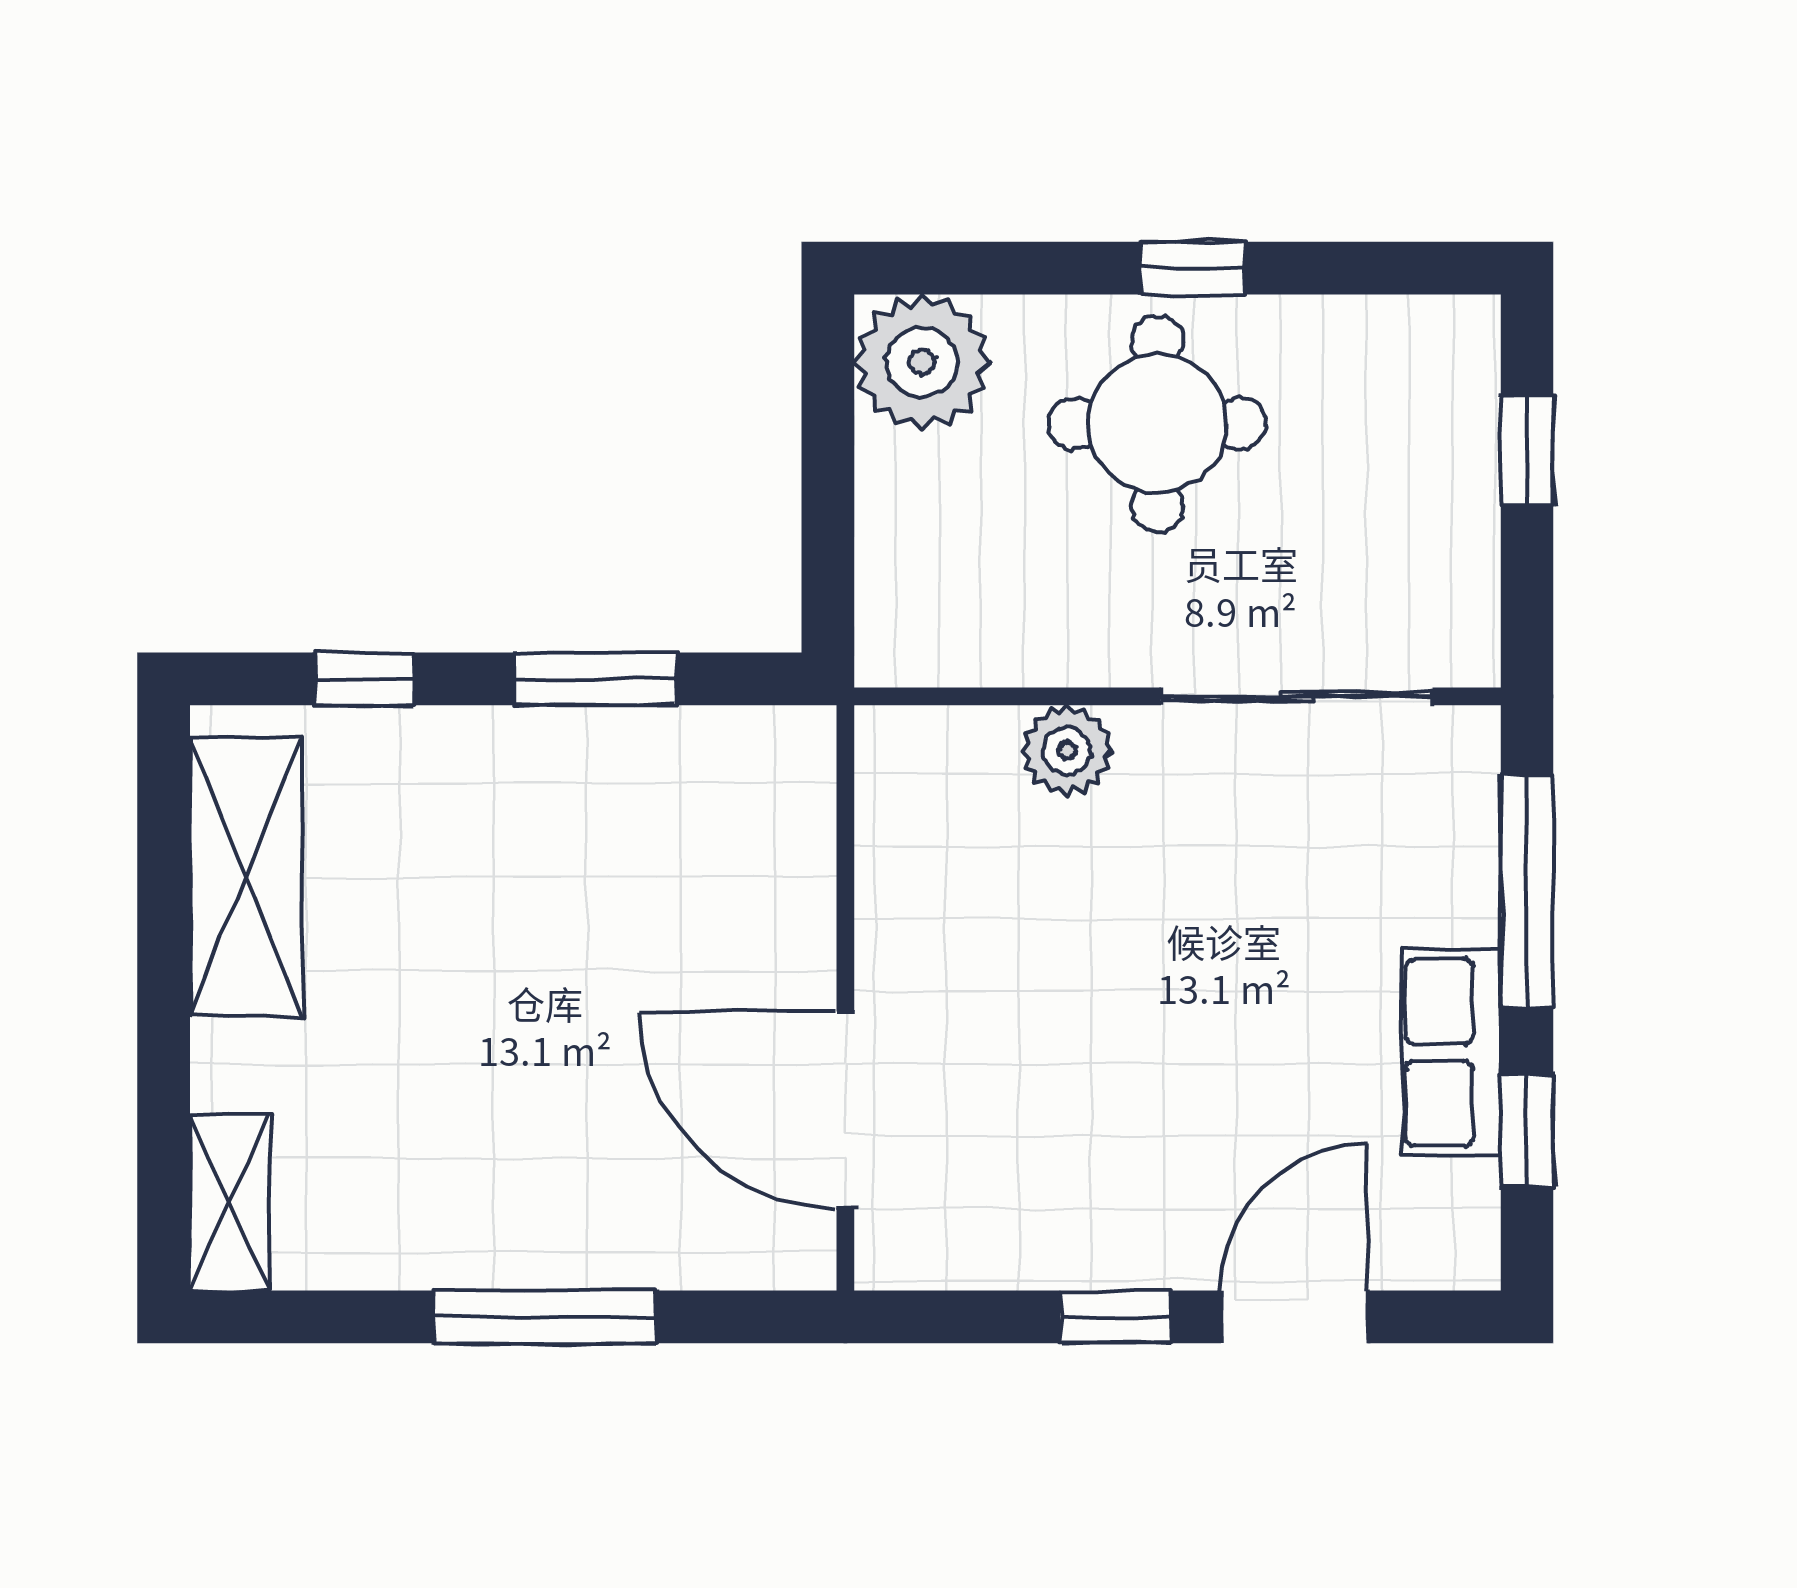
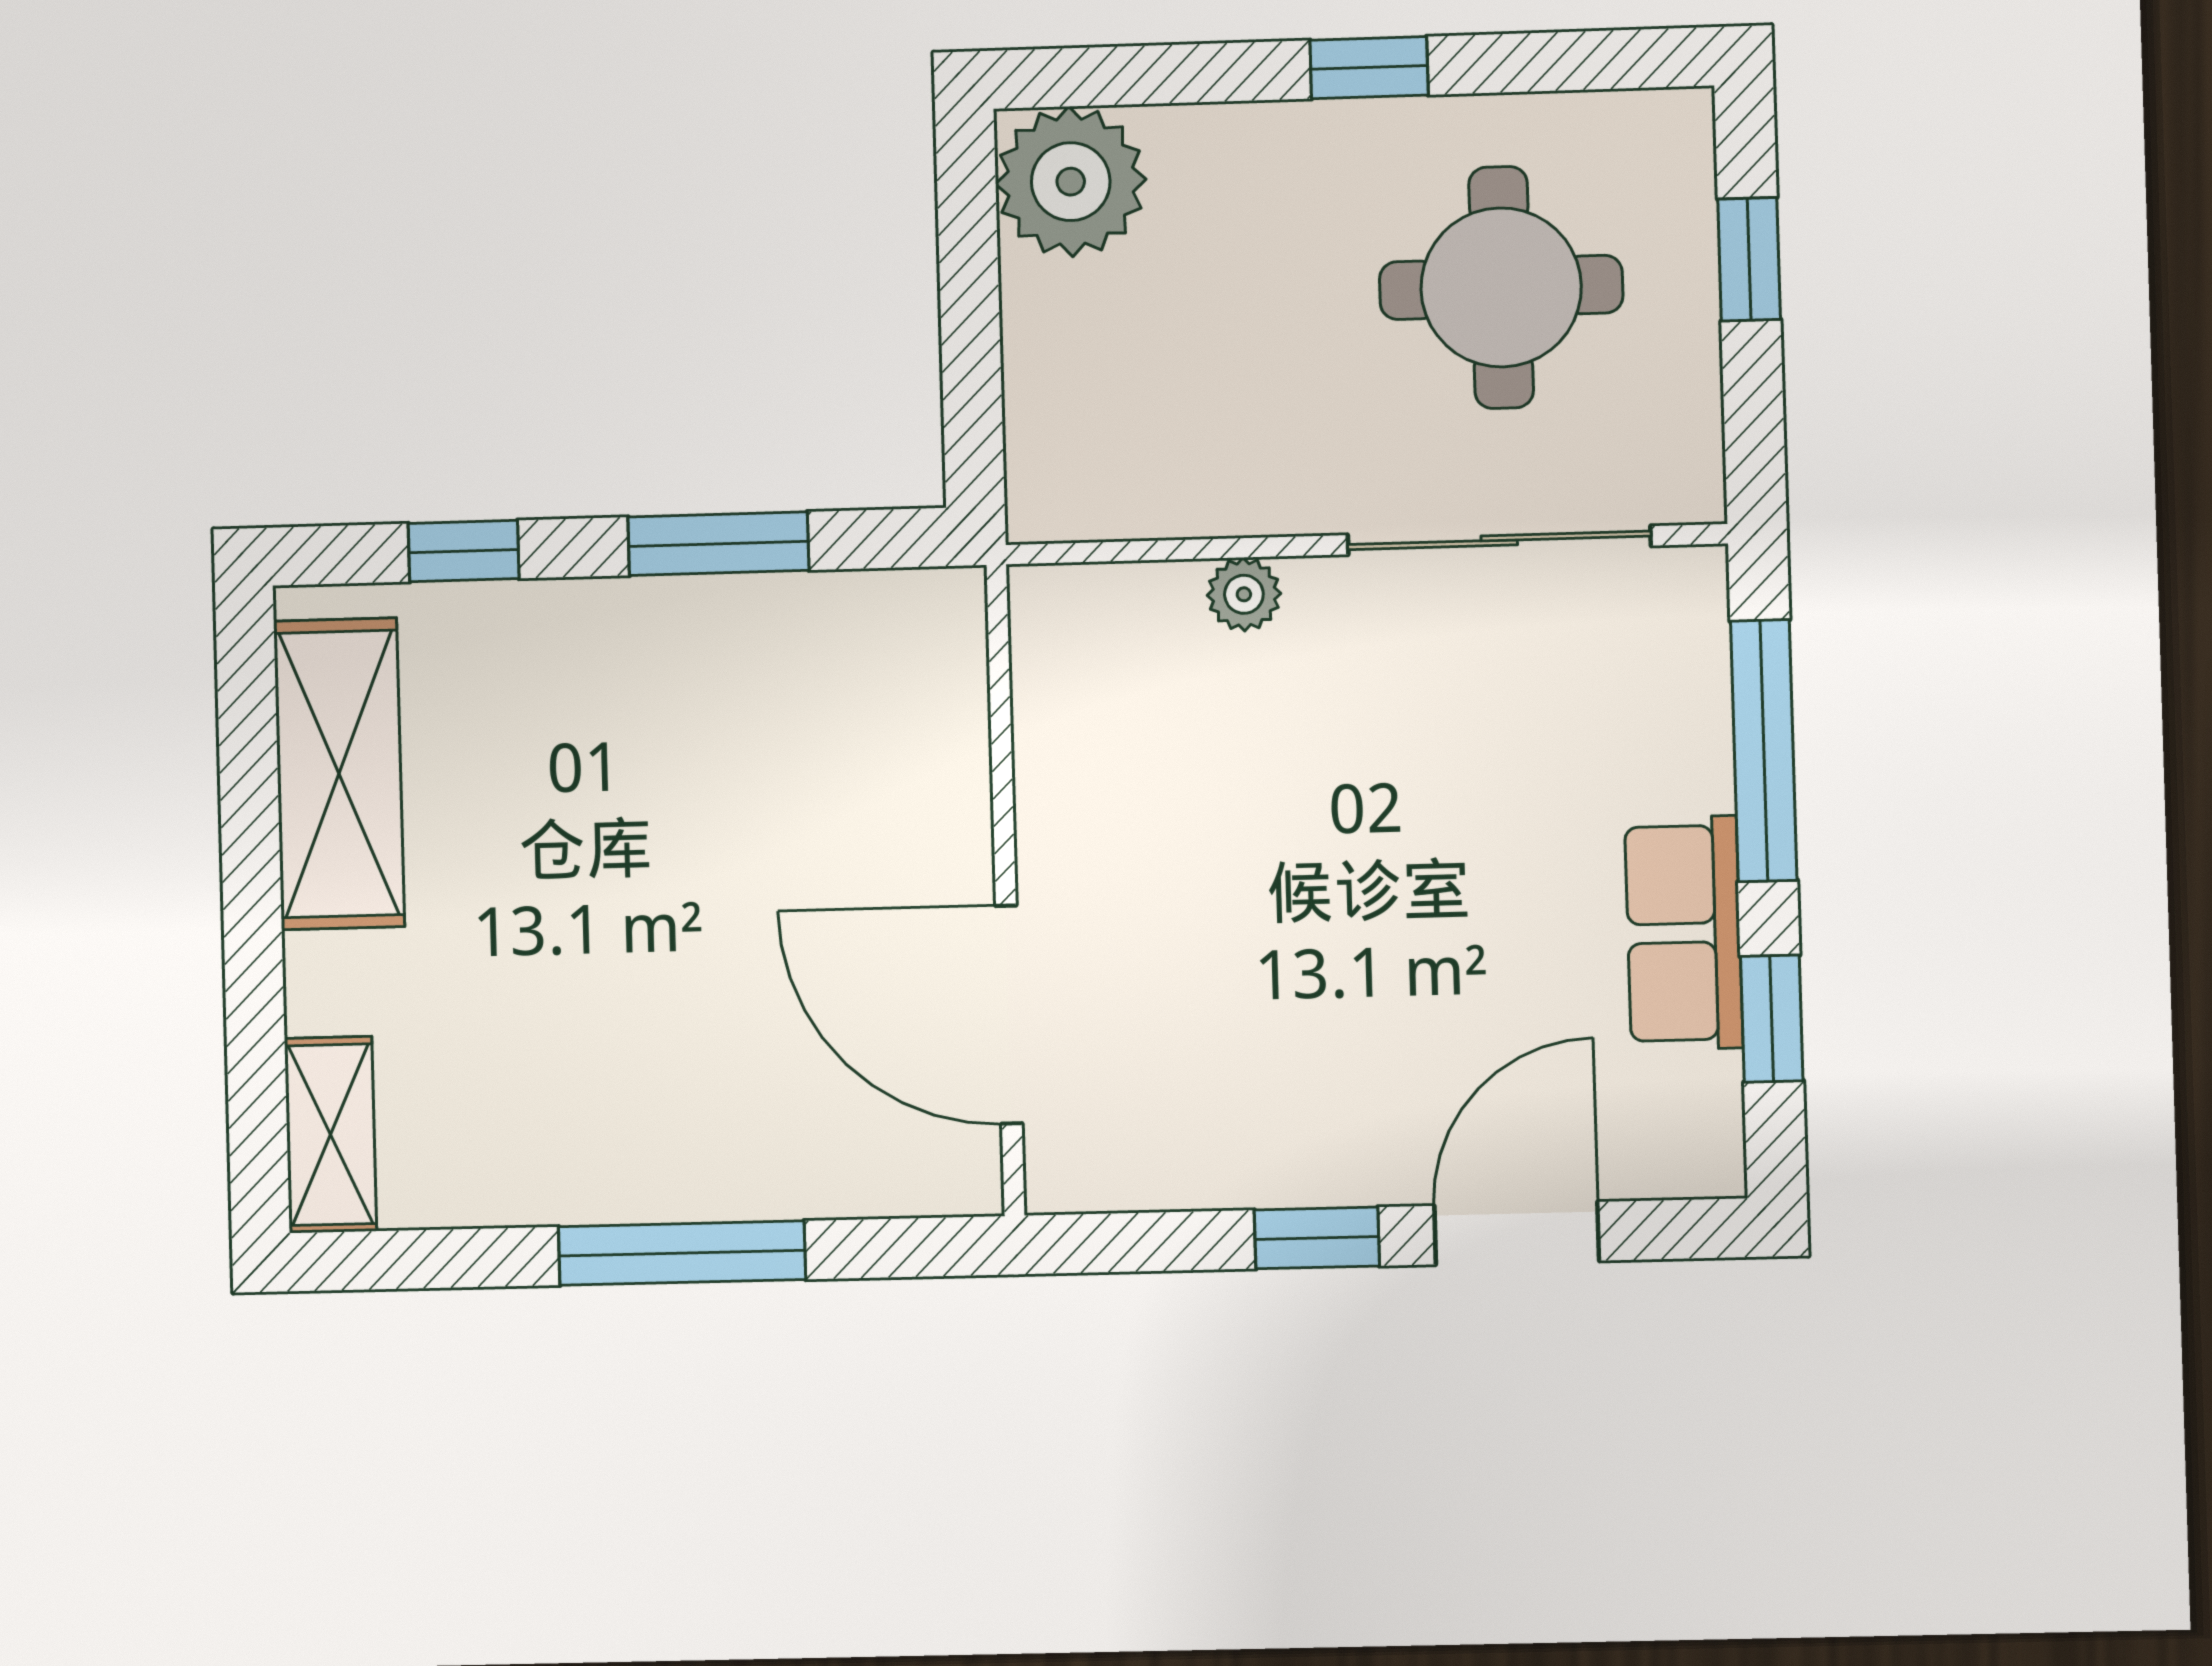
round table: (1157, 424) -> (1501, 287), moved
plant: (1067, 751) -> (1244, 594), width x0.73, depth x0.73

